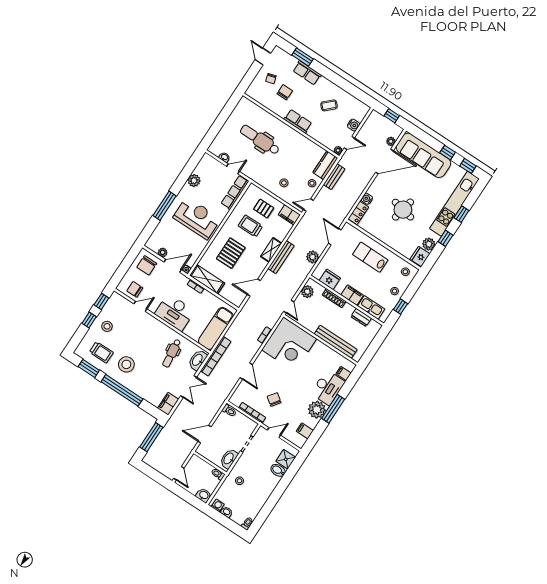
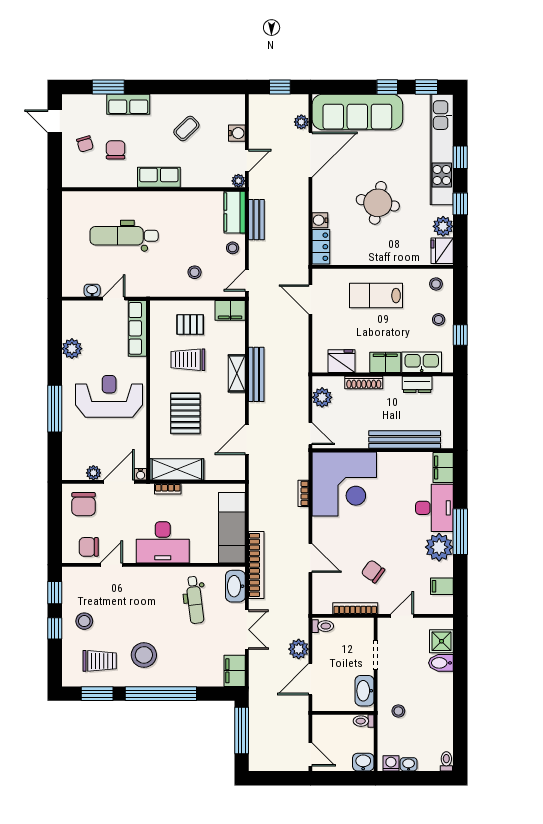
plant: (313, 257) -> (299, 649), moved
filing cabinet: (344, 373) -> (443, 467), width x2.00

